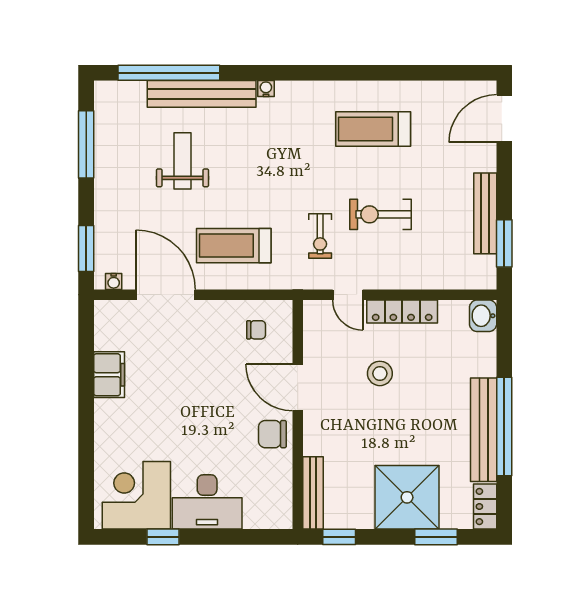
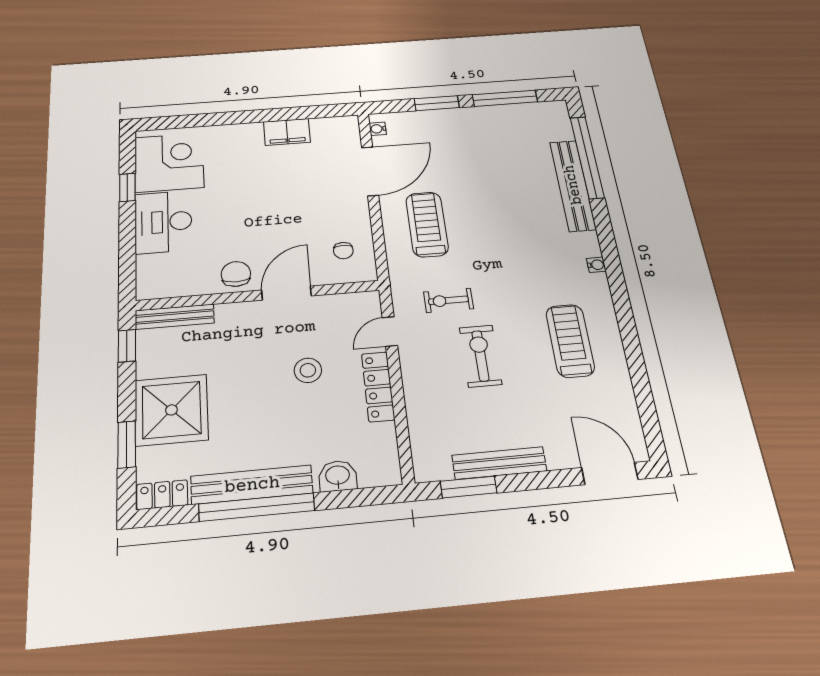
water cooler: (266, 89) -> (596, 265), moved
weight bench: (182, 161) -> (504, 175), removed
window: (86, 249) -> (437, 103), moved
washbasin: (483, 316) -> (338, 476), moved

